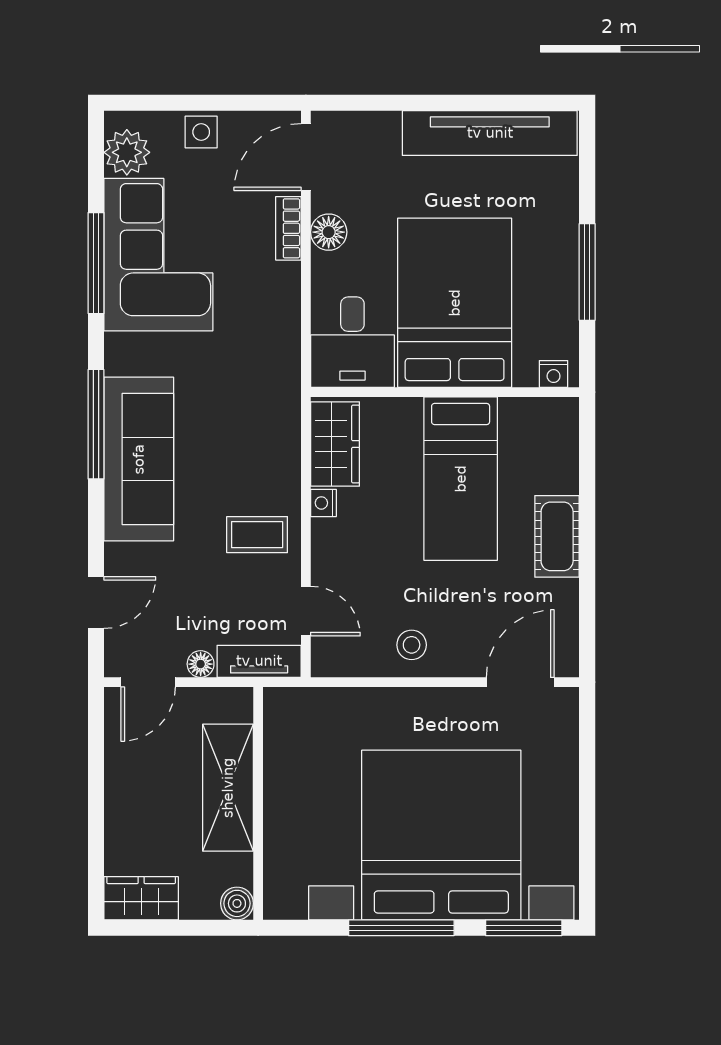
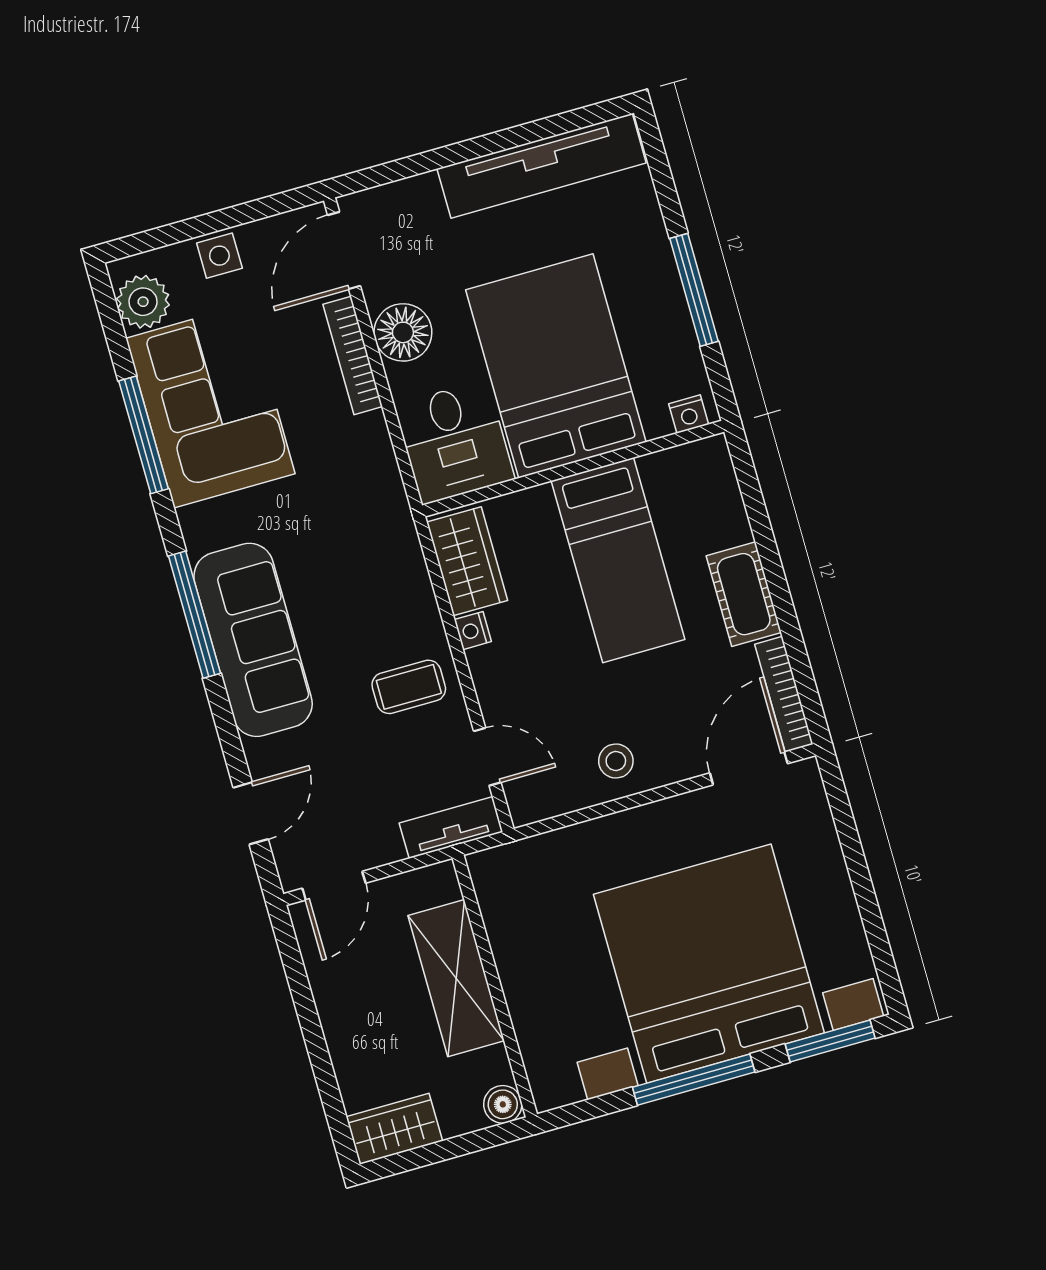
bookcase: (288, 228) -> (353, 355), width x1.56
floor lamp: (329, 232) -> (403, 332), width x1.38, depth x1.38
bookcase: (567, 629) -> (784, 694), added
floor lamp: (201, 664) -> (387, 849), removed

